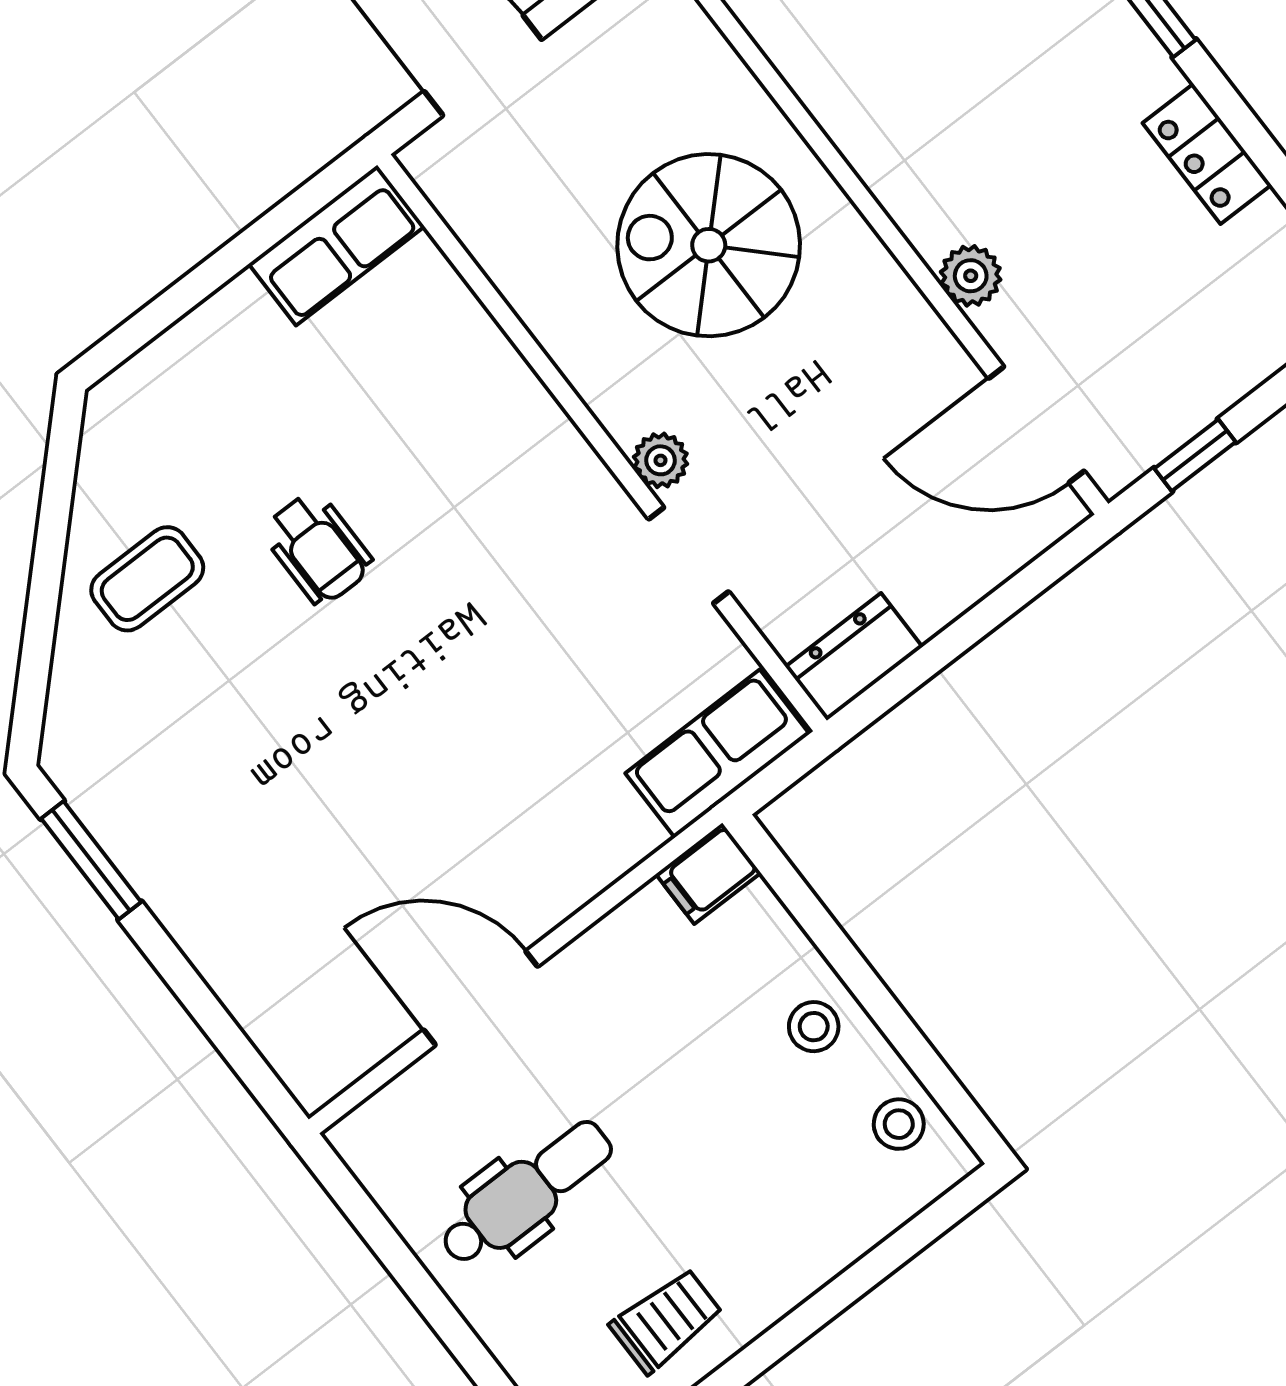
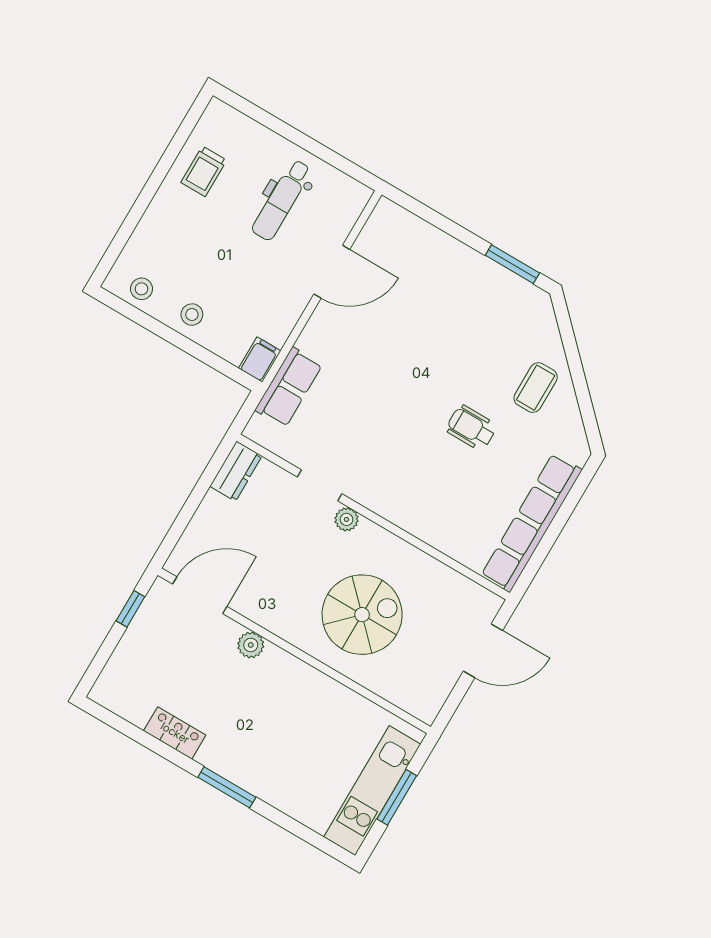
row of seats: (336, 245) -> (532, 523), width x2.02
row of seats: (717, 754) -> (289, 387), moved

